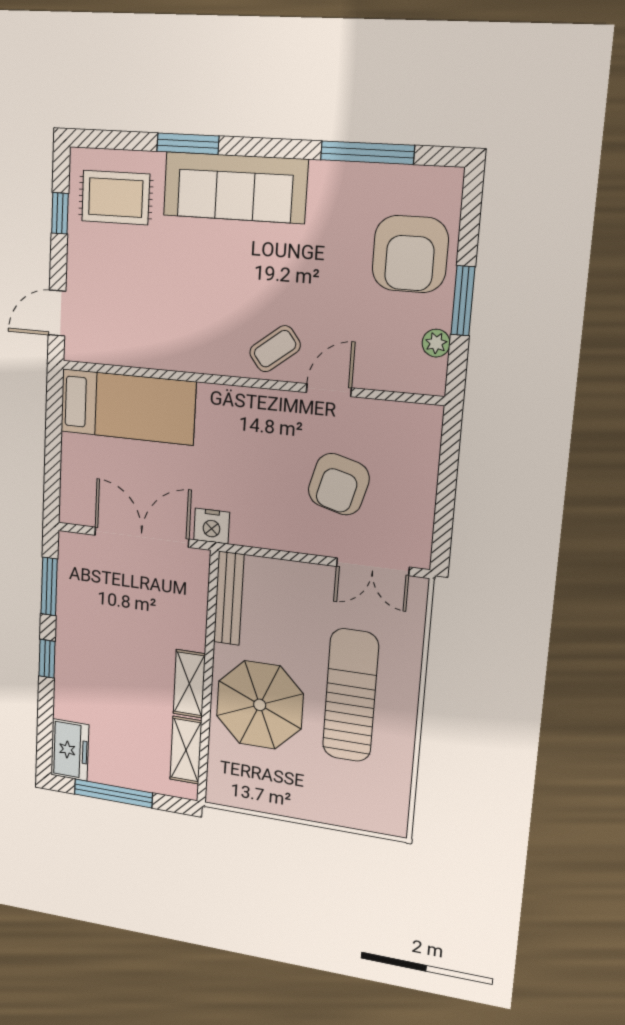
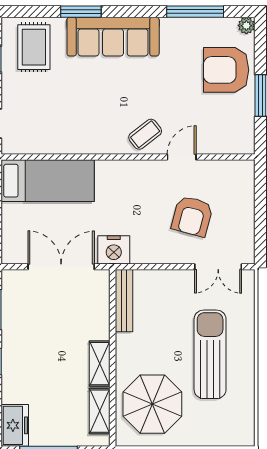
rug: (116, 198) -> (34, 47), turned 90
armchair: (410, 254) -> (226, 70), turned 90
plant: (436, 343) -> (246, 26), moved
nightstand: (212, 526) -> (114, 250), width x1.36, depth x1.33
parasol: (260, 705) -> (152, 404), moved

